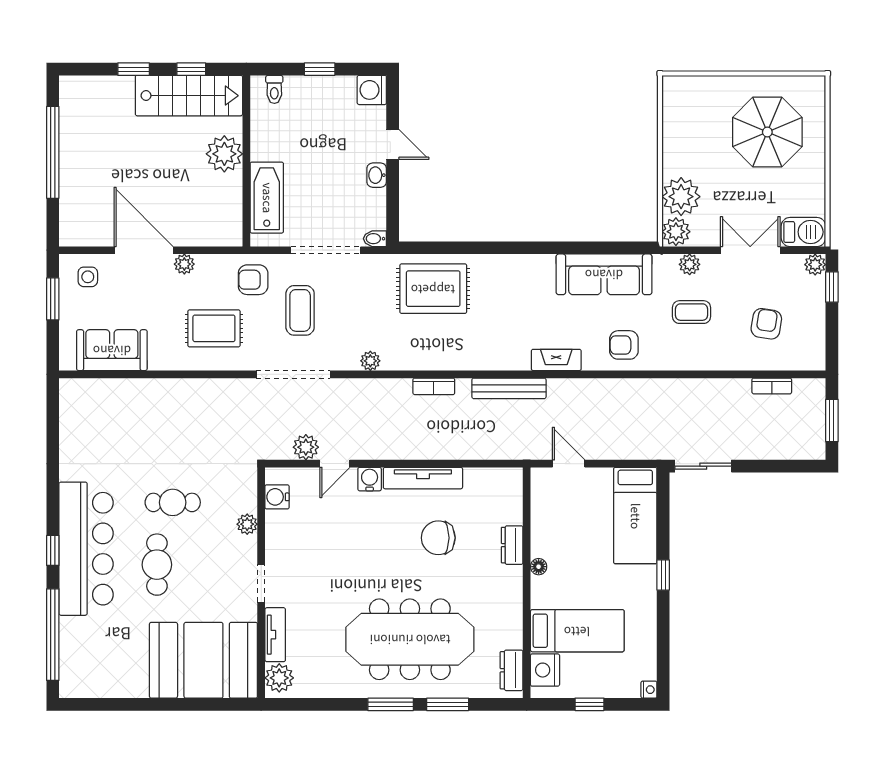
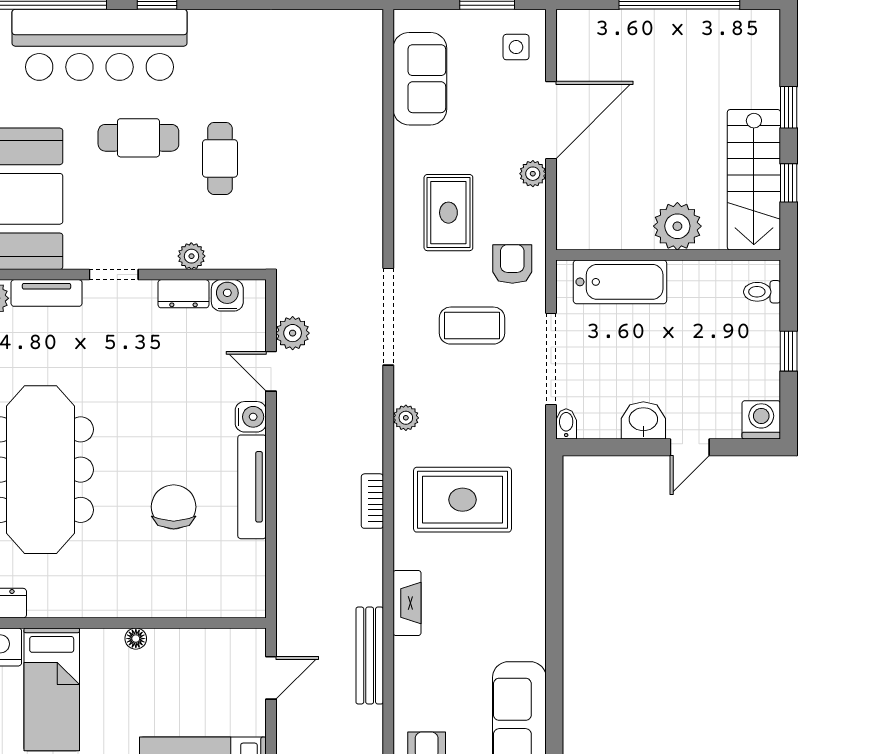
washbasin: (377, 175) -> (643, 420), width x1.38, depth x1.45
rug: (433, 289) -> (462, 500), moved, turned 90
fireplace: (556, 360) -> (407, 603), moved
bench: (509, 388) -> (370, 656), moved
dresser: (512, 545) -> (183, 294), moved, turned 180
bar counter: (86, 549) -> (100, 45), moved

